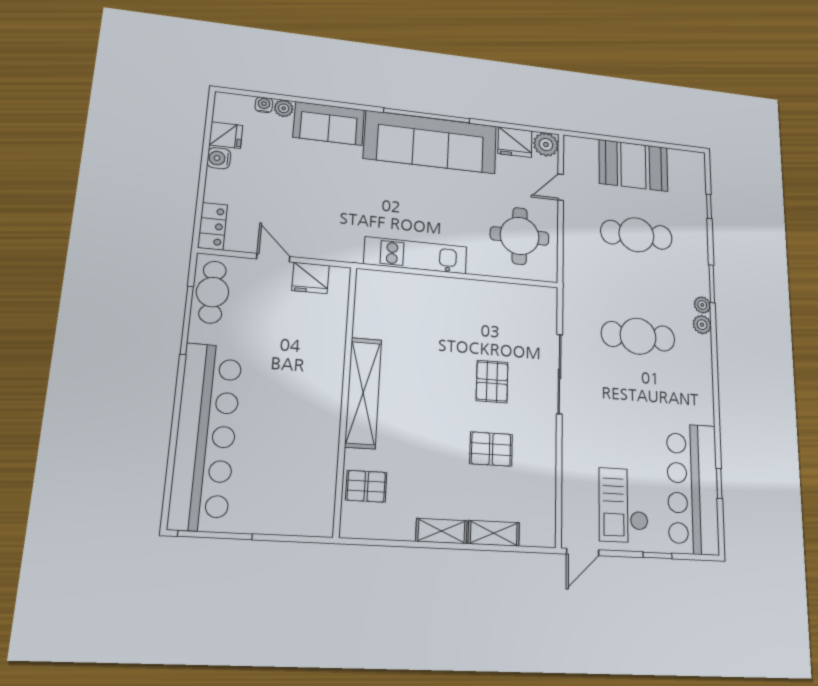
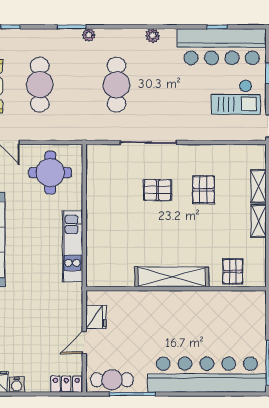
plant: (702, 325) -> (153, 36), moved

